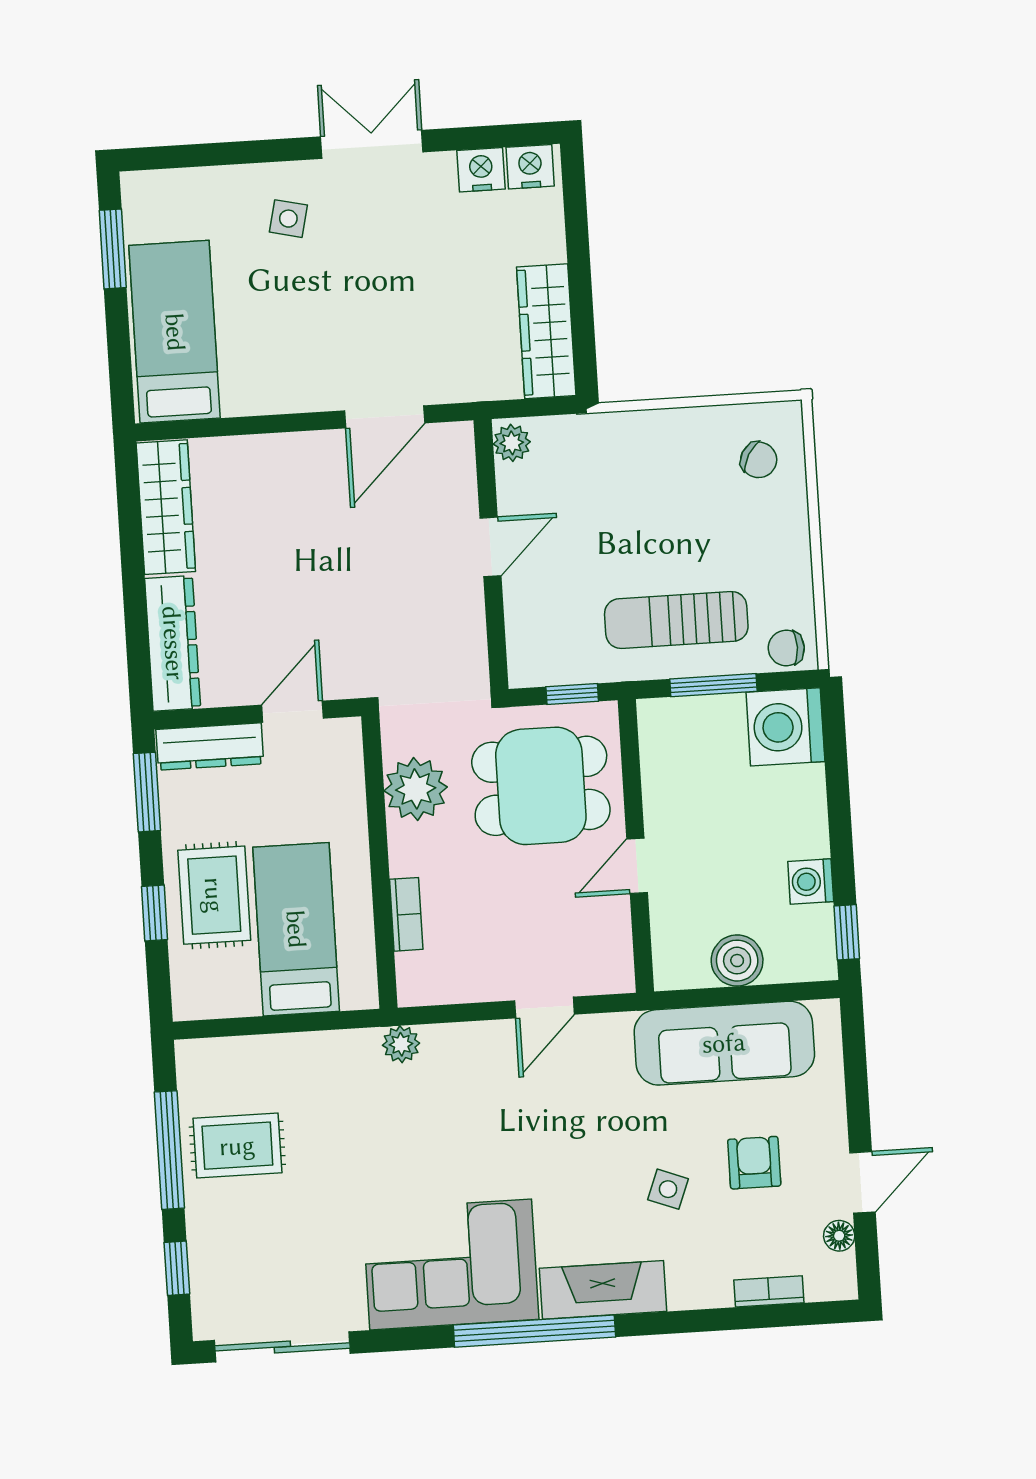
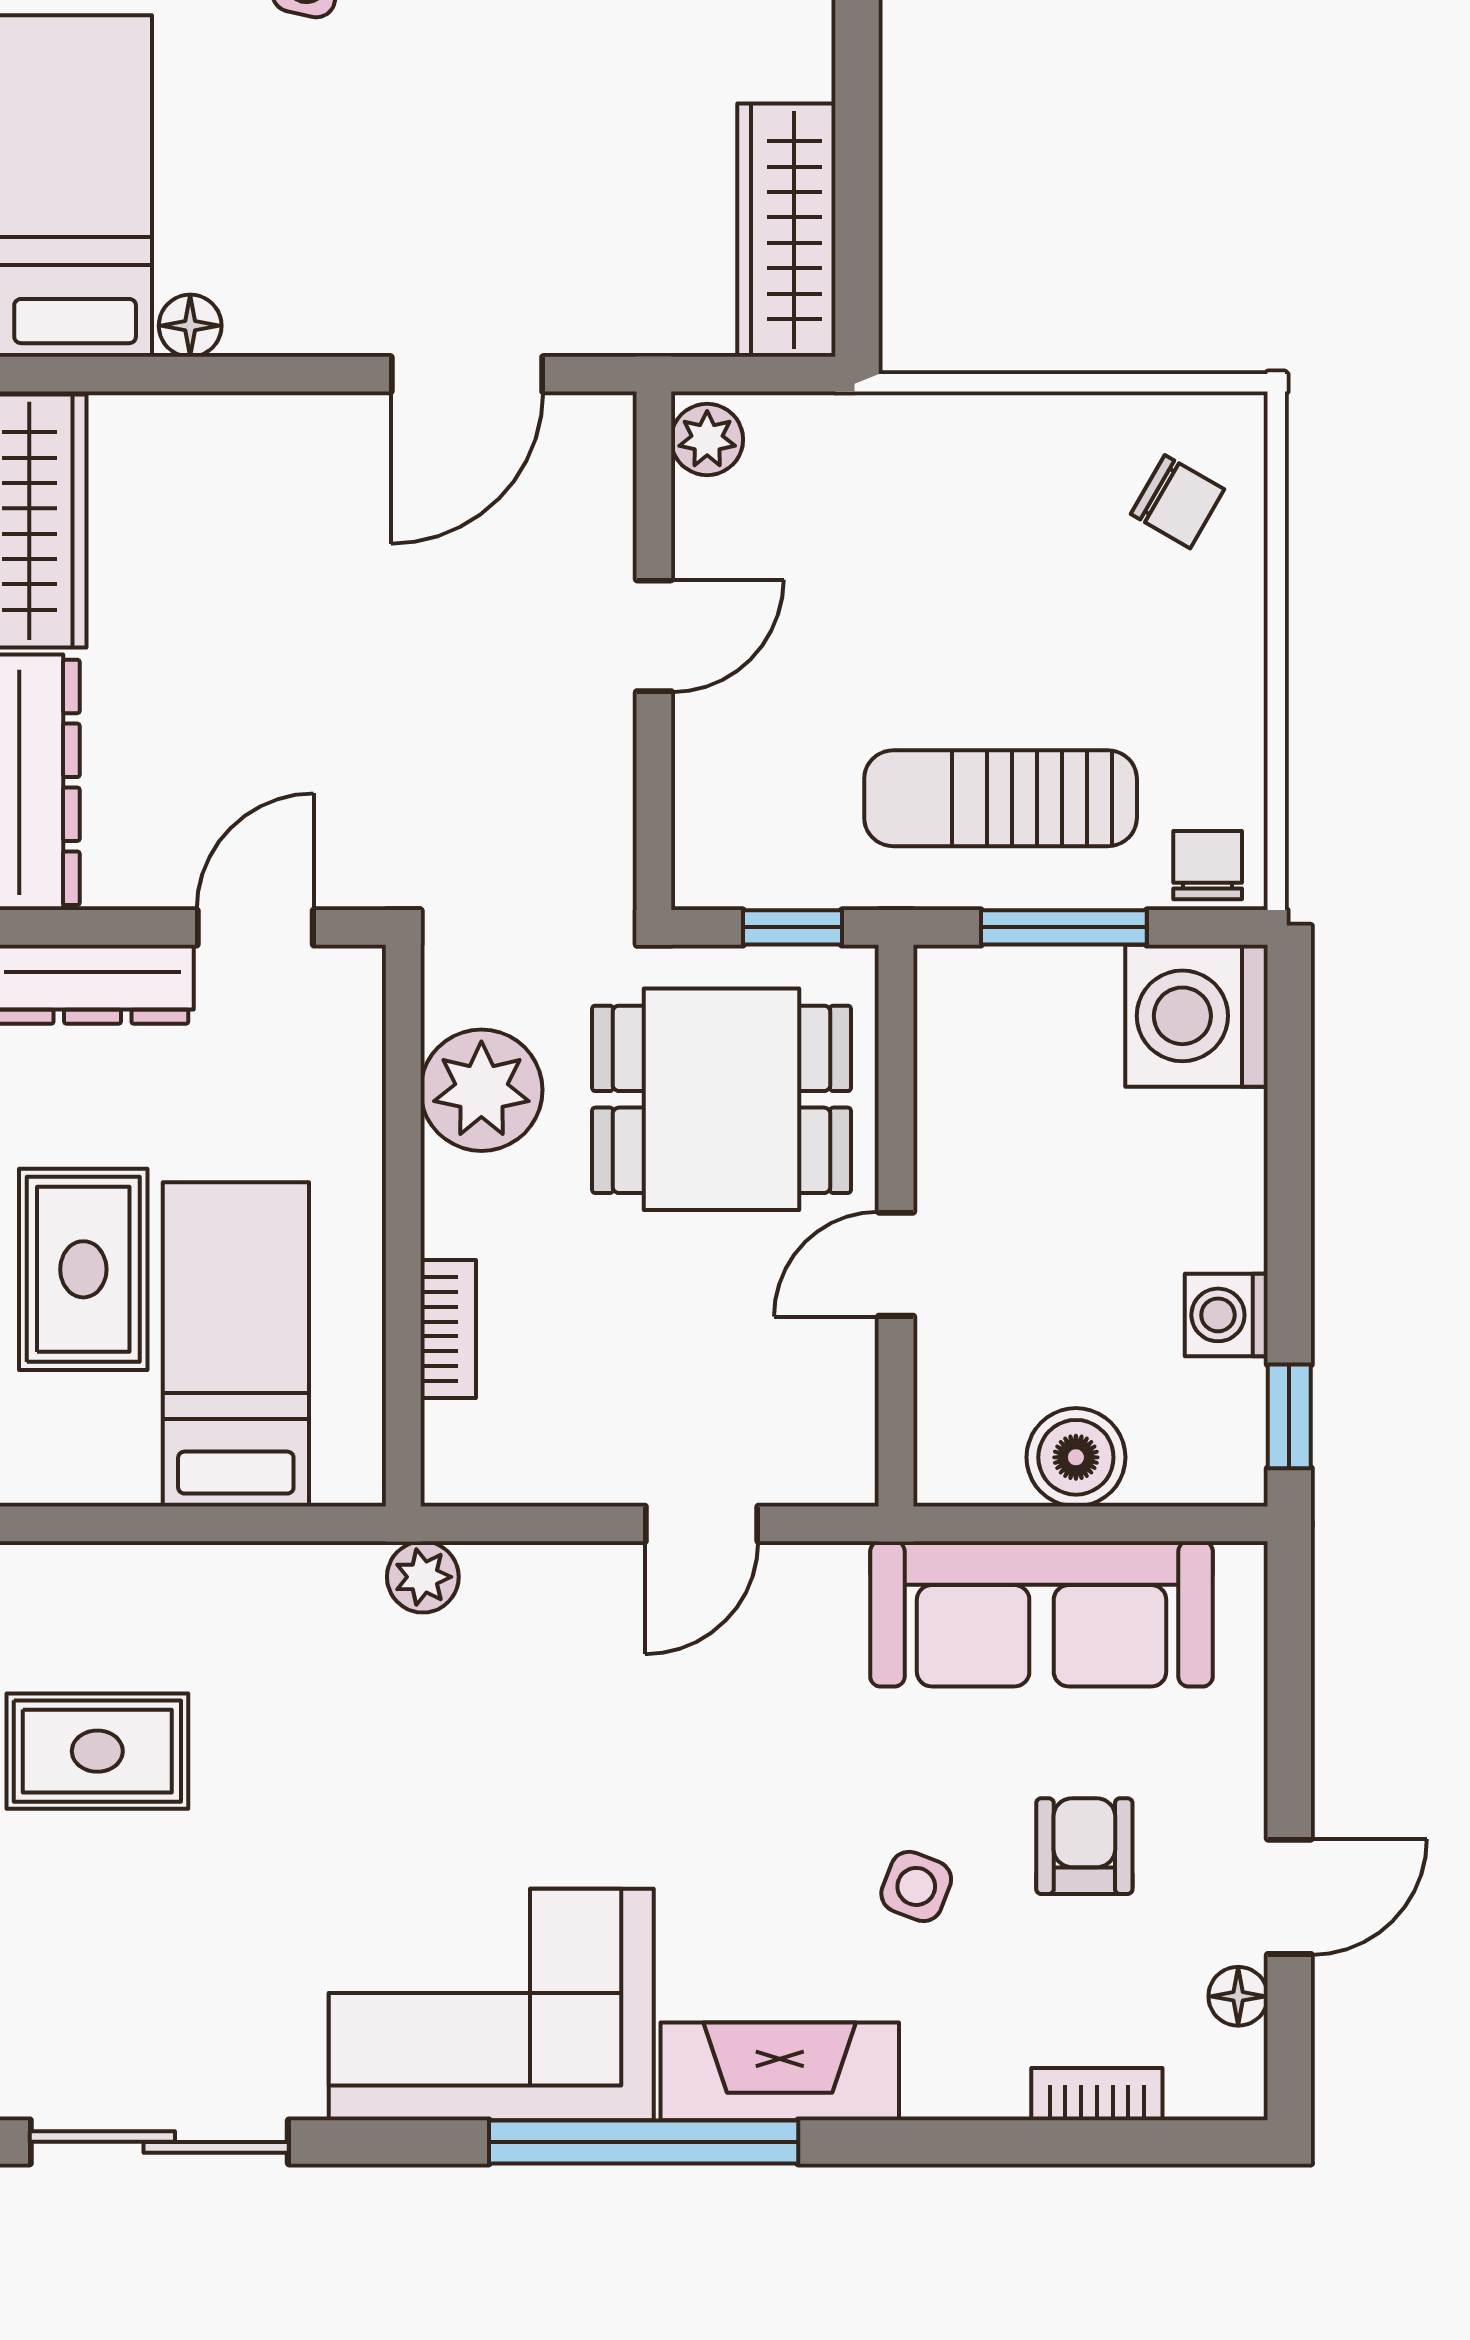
floor lamp: (239, 401) -> (190, 326), added
chair: (786, 648) -> (1208, 865), turned 90

